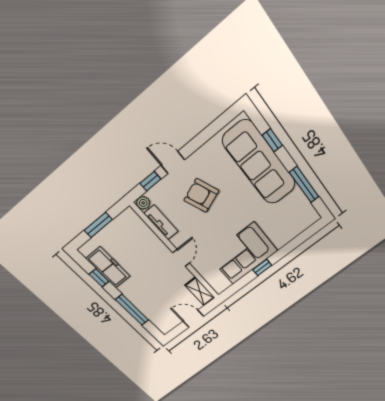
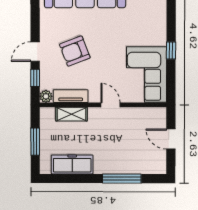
corner sofa: (243, 253) -> (147, 74), moved
window: (99, 278) -> (75, 178), removed
shelving: (200, 291) -> (71, 114), moved
door: (193, 319) -> (171, 139), hinge flipped

